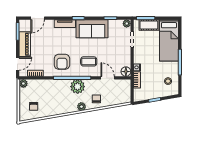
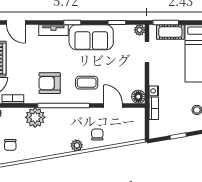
door: (38, 18) -> (16, 22), hinge flipped
armchair: (62, 62) -> (50, 83), turned 90
plant: (78, 87) -> (35, 117), moved

